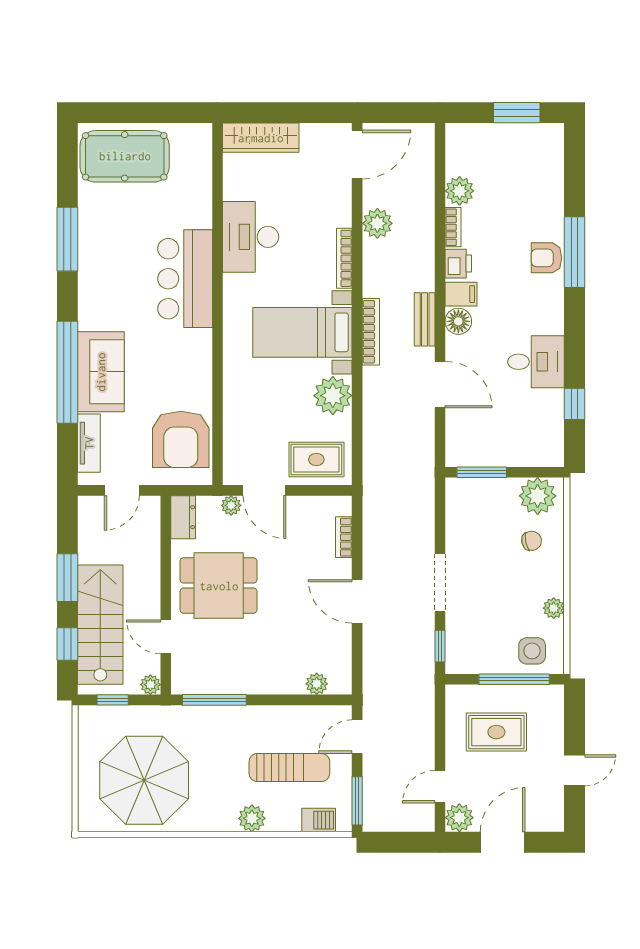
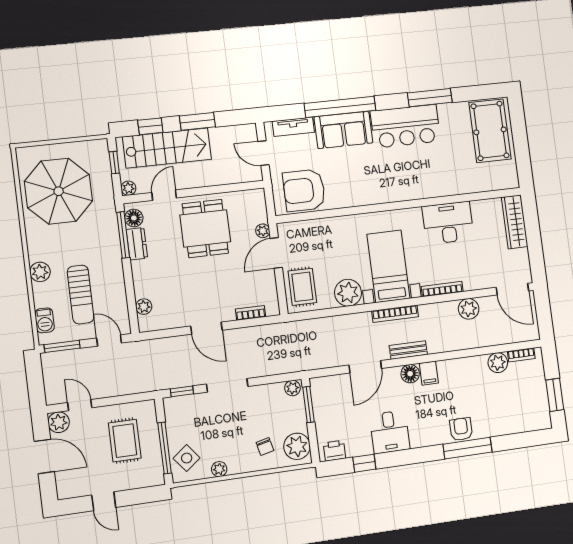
bookcase: (453, 227) -> (521, 355), moved
printer: (458, 264) -> (334, 451), moved, turned 180
bar counter: (185, 279) -> (405, 126), moved, turned 180
plant: (456, 492) -> (292, 388), added
dresser: (183, 517) -> (137, 244), moved, turned -90
door: (357, 601) -> (206, 328), swing flipped
side table: (532, 651) -> (187, 458), turned -38
floor lamp: (193, 682) -> (134, 218), added

